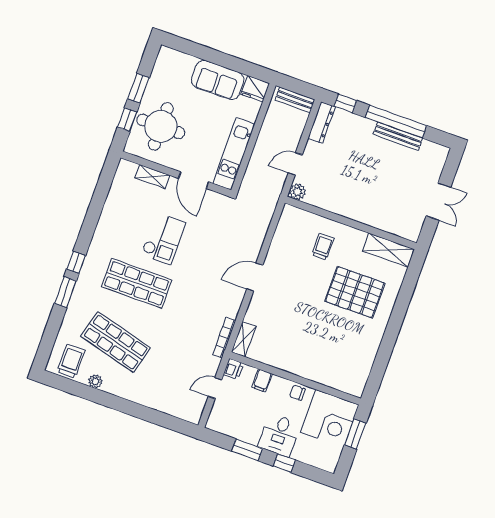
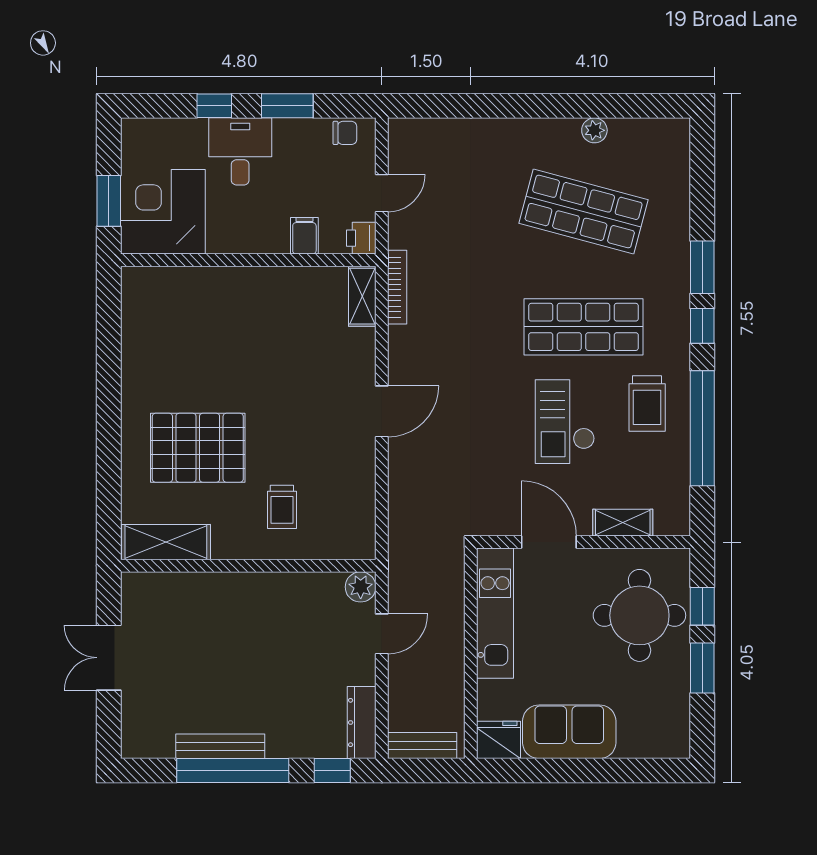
window: (95, 210) -> (702, 428), added
trolley: (71, 361) -> (647, 404), moved
chair: (297, 393) -> (345, 133), moved

